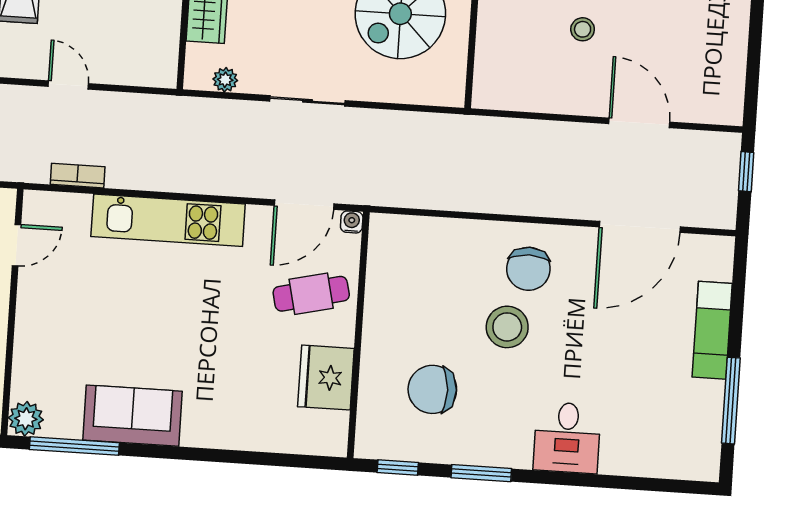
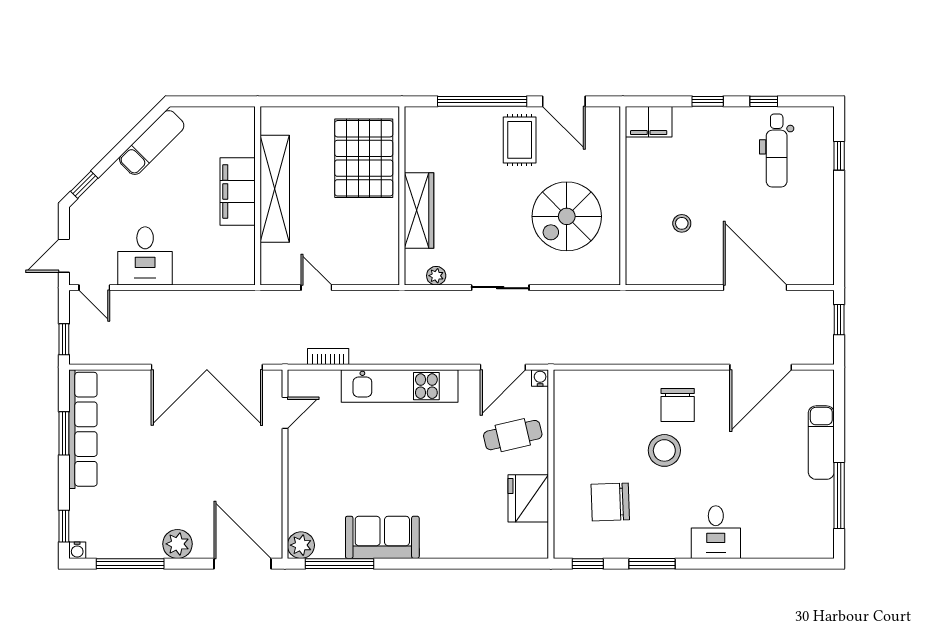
stool: (583, 29) -> (682, 223), moved
door: (639, 123) -> (755, 288), width x1.36

